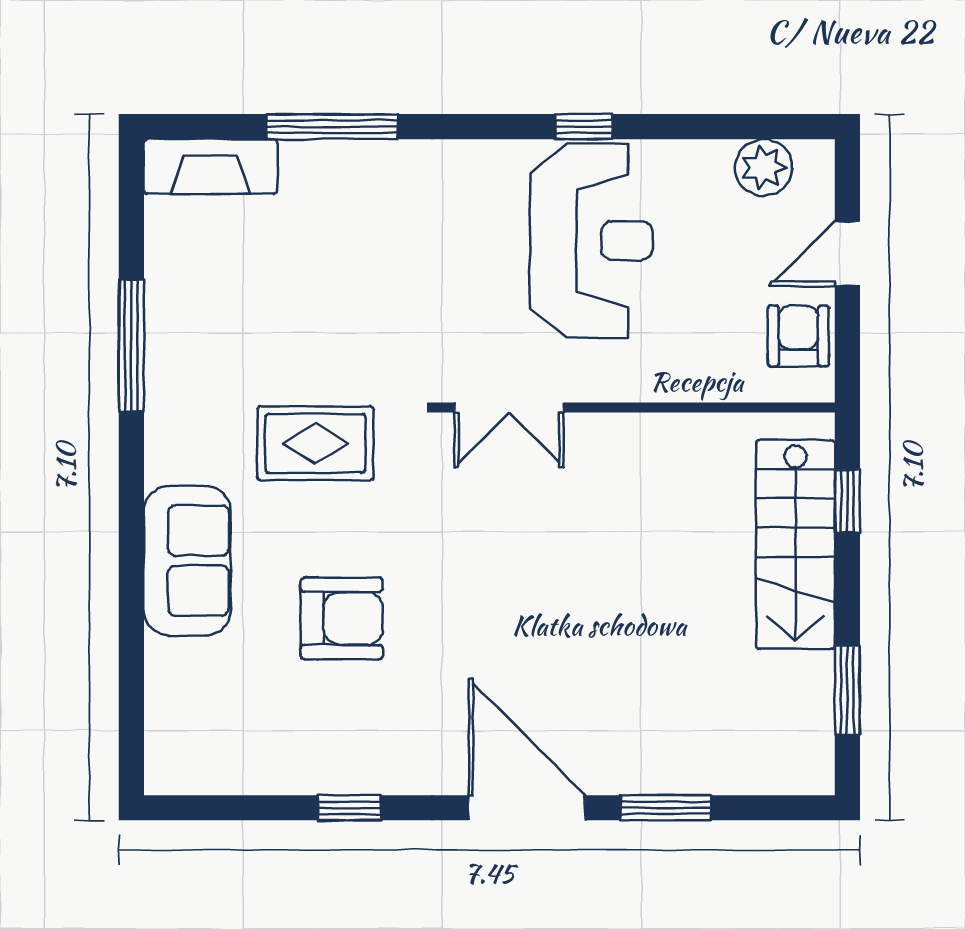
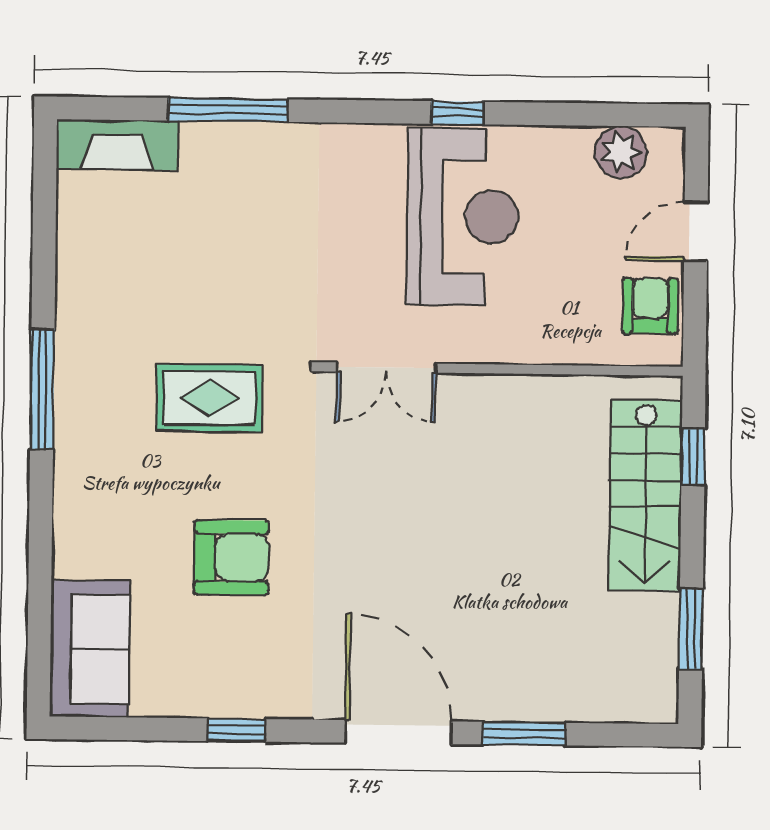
window: (131, 346) -> (42, 389), moved
sofa: (187, 561) -> (90, 649), moved

